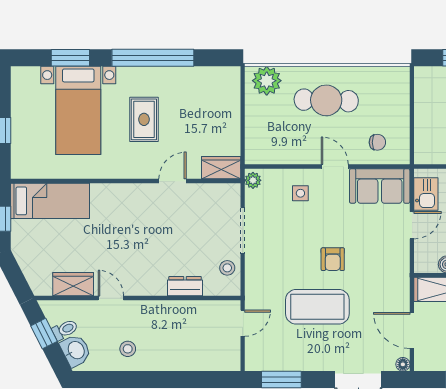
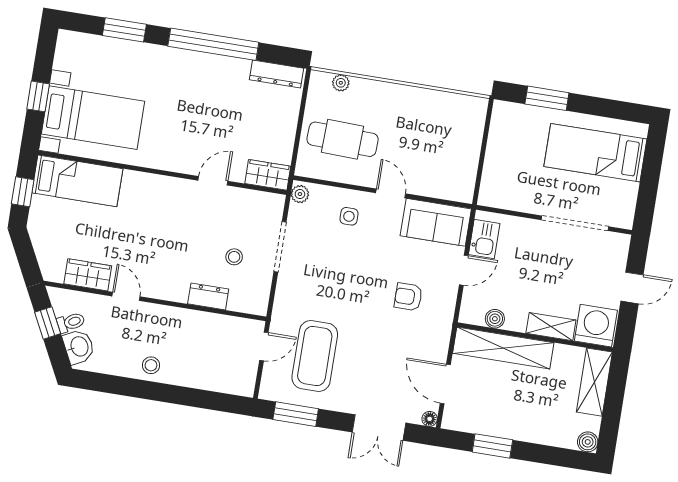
dresser: (214, 75) -> (276, 74), added
plant: (267, 81) -> (341, 83), width x0.53, depth x0.53
cafe table: (326, 100) -> (343, 139), moved
bed with nightstands: (78, 110) -> (93, 118), moved, turned -90
rug: (144, 119) -> (193, 109), removed
chair: (377, 142) -> (441, 175), removed
armchair: (333, 259) -> (408, 297), moved, turned 90
stool: (227, 268) -> (234, 257), moved
coffee table: (317, 307) -> (315, 356), moved, turned 90
stool: (128, 349) -> (151, 365), moved

